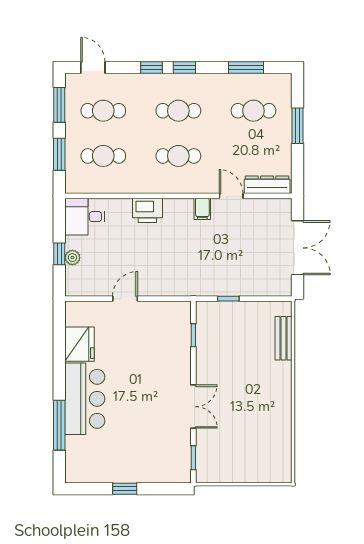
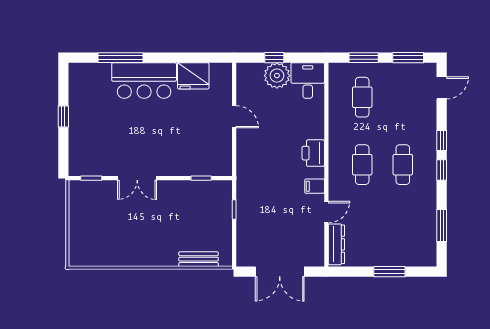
cafe table: (103, 111) -> (403, 97), removed
cafe table: (253, 111) -> (403, 232), removed
printer: (147, 210) -> (313, 153), moved
plant: (72, 258) -> (277, 76), width x1.87, depth x1.87

